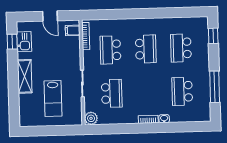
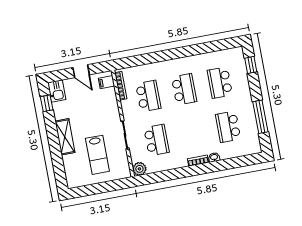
kitchen sink: (24, 42) -> (57, 91), moved
school desk: (110, 50) -> (148, 96), turned 180

